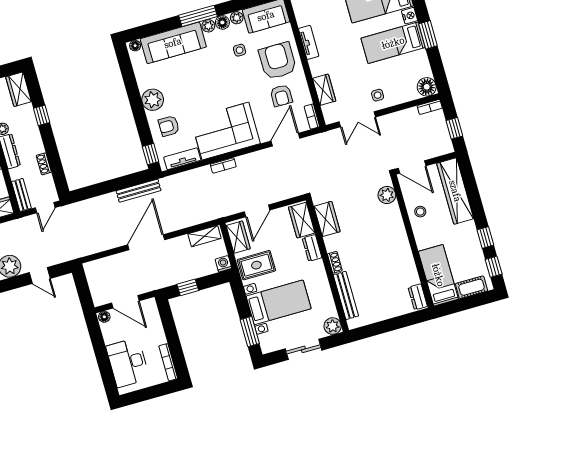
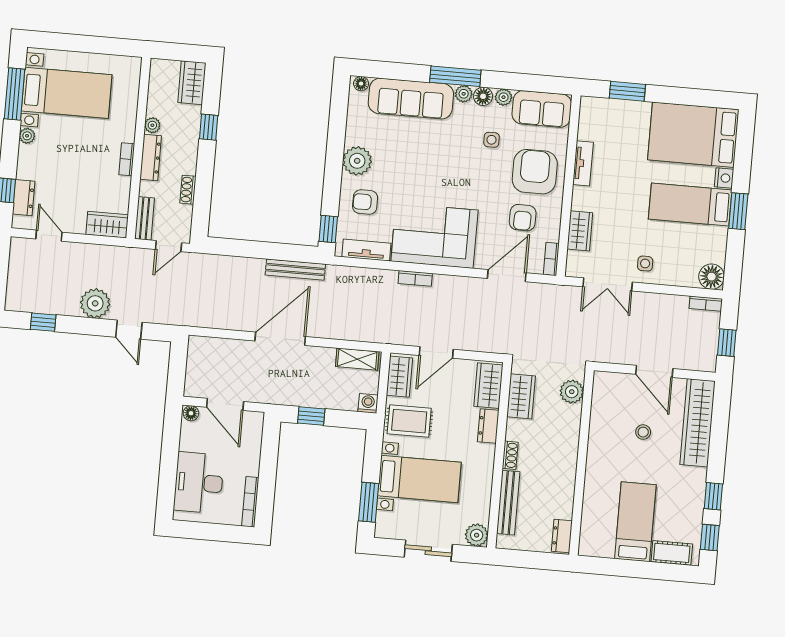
plant: (387, 195) -> (572, 392), moved
wall: (412, 241) -> (582, 463), moved
dresser: (418, 297) -> (562, 536), moved

